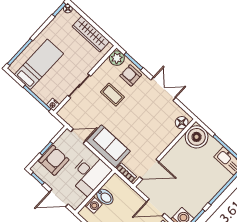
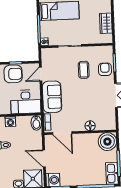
wardrobe: (91, 34) -> (106, 23), width x0.67
plant: (117, 58) -> (107, 52), removed
floor lamp: (182, 123) -> (90, 126), moved
door: (78, 136) -> (41, 74), swing flipped
bidet: (105, 197) -> (36, 123), moved

